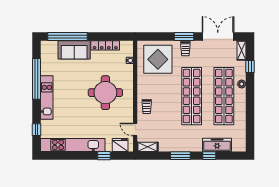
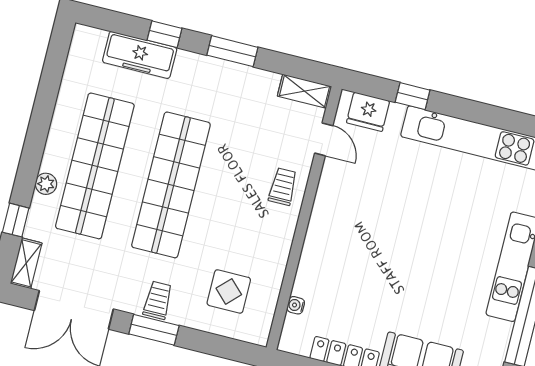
display table: (158, 59) -> (229, 291), width x0.54, depth x0.54
round table: (105, 93) -> (372, 244), removed

